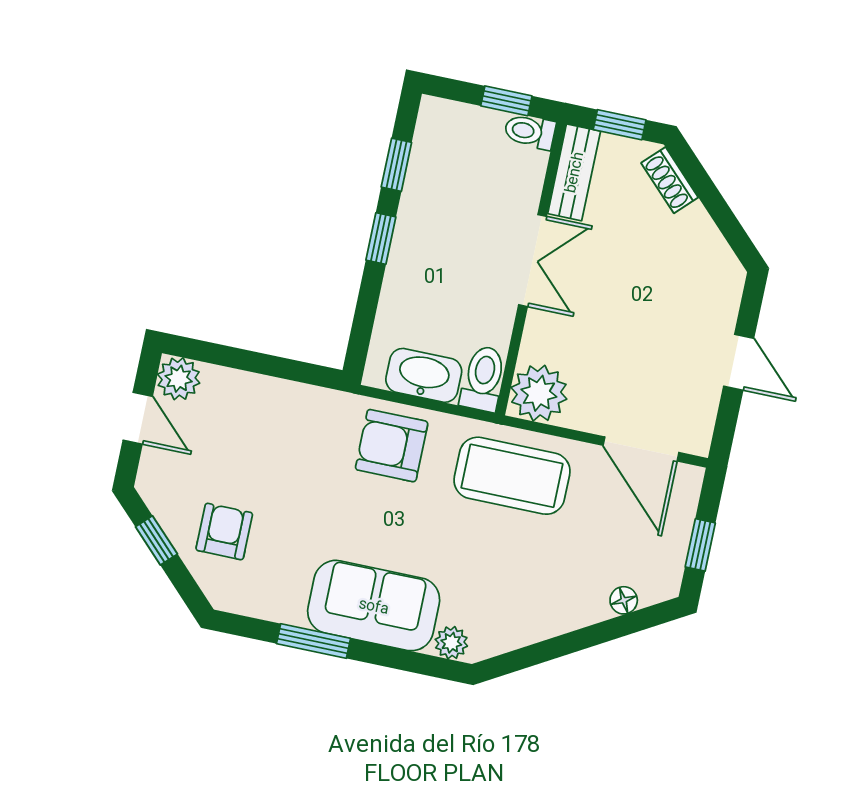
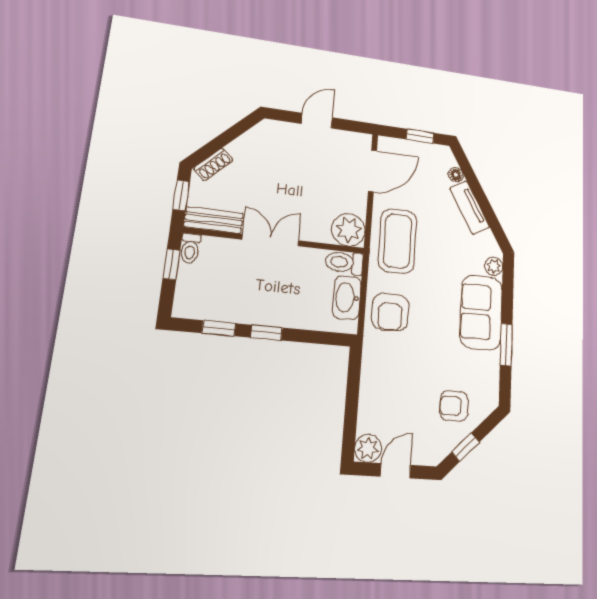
tv unit: (561, 616) -> (470, 207), added

